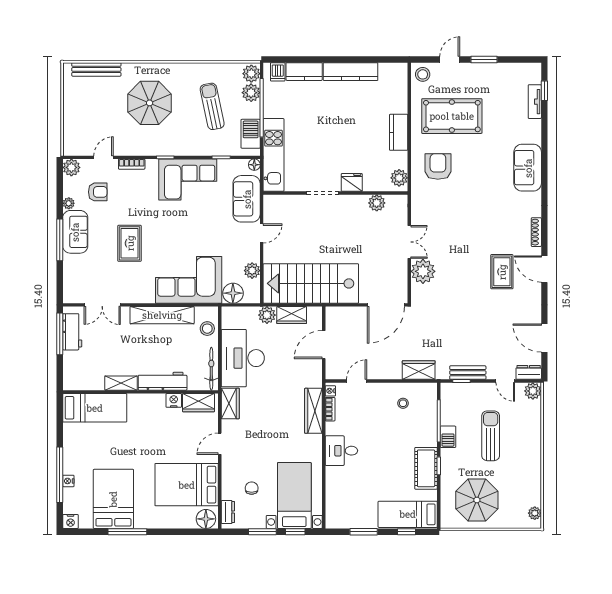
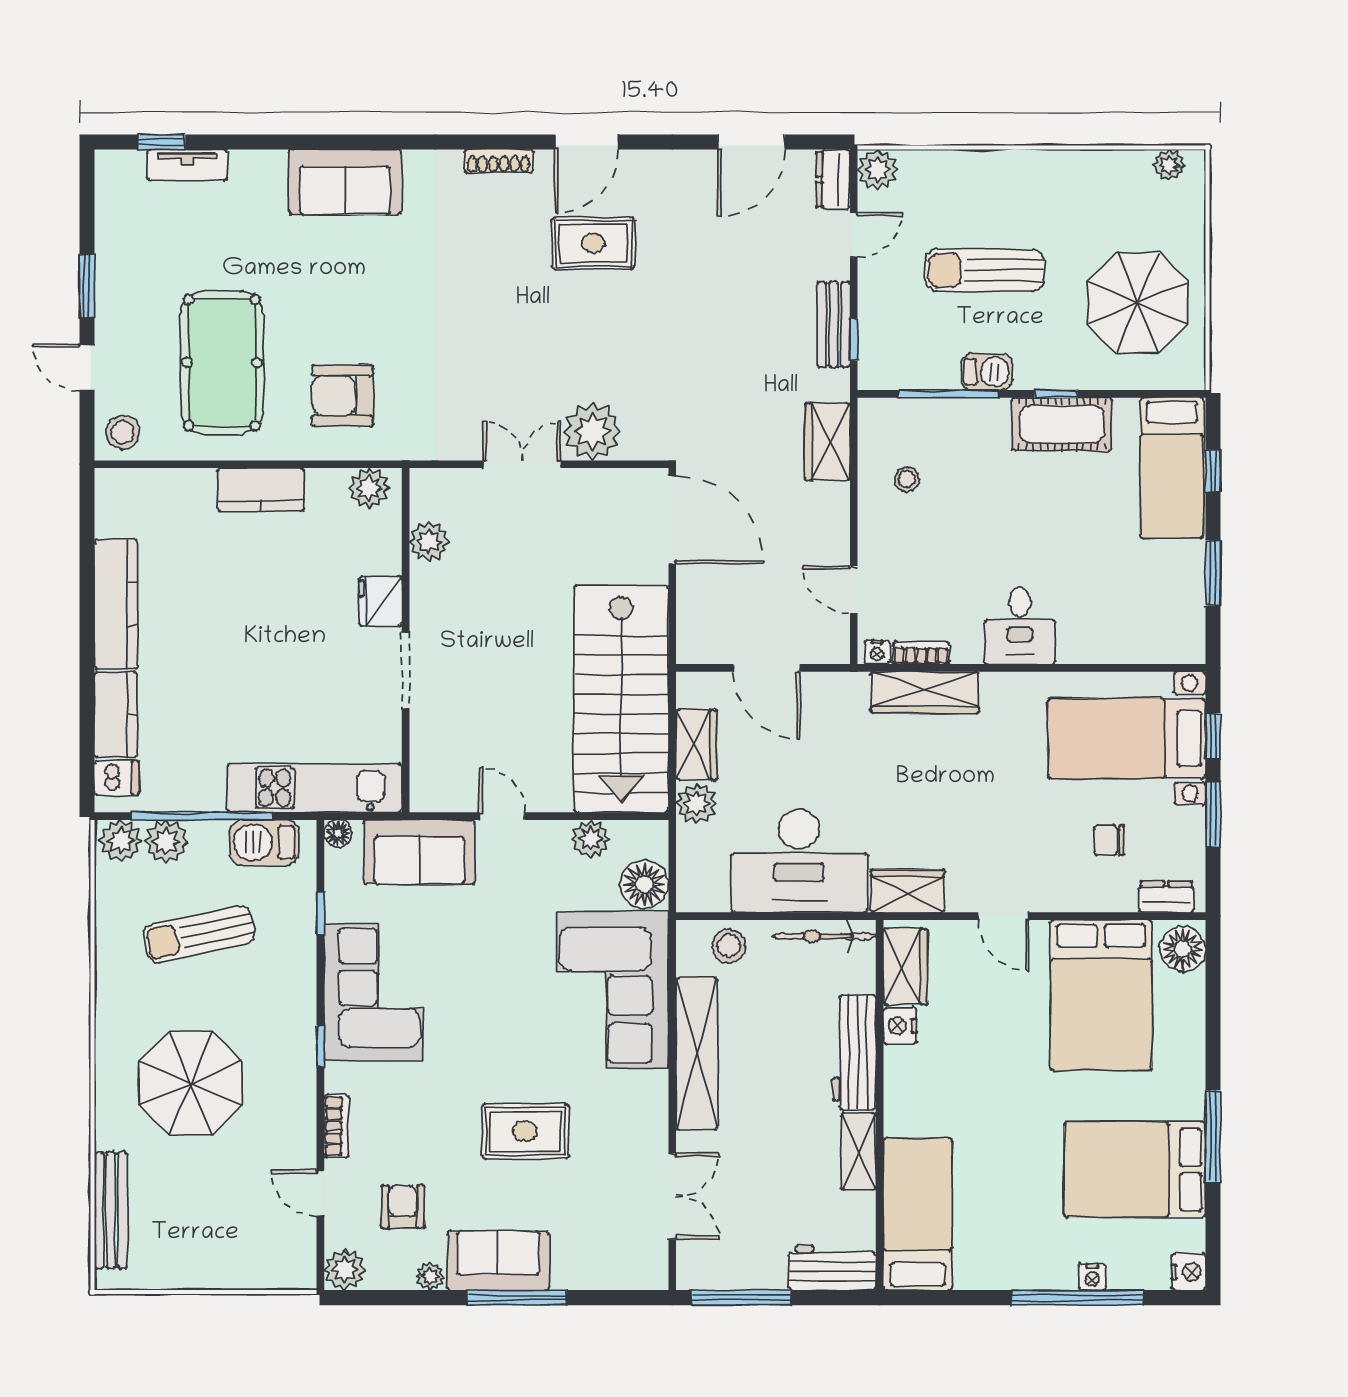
workbench: (72, 332) -> (832, 1268), moved

